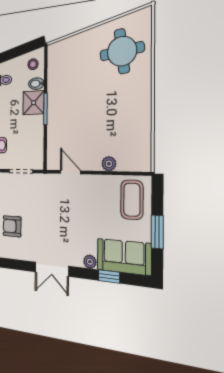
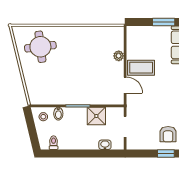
shower: (34, 103) -> (96, 116), moved
door: (70, 172) -> (125, 85), swing flipped
coffee table: (132, 200) -> (141, 68), moved

